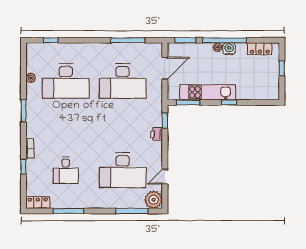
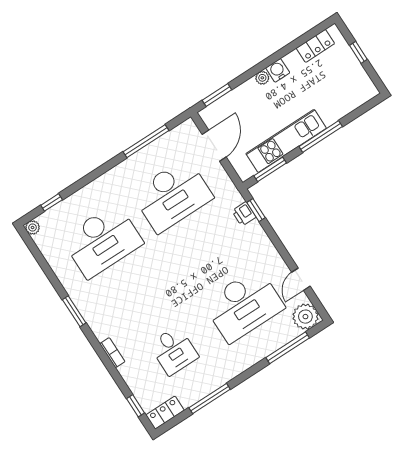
window: (225, 40) -> (265, 64), removed
plant: (31, 78) -> (33, 228), moved
window: (229, 102) -> (321, 136), width x2.17
printer: (156, 134) -> (244, 214), moved
window: (23, 167) -> (136, 406), moved

